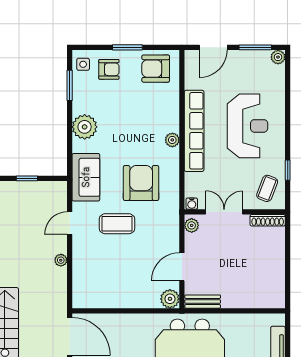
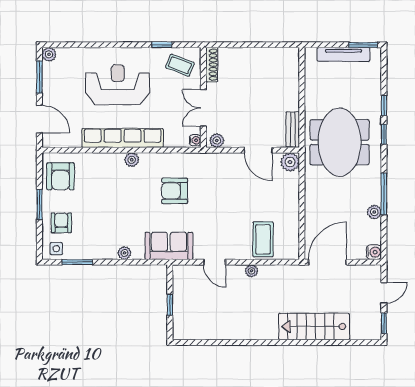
plant: (85, 127) -> (124, 253), width x0.53, depth x0.53
armchair: (141, 183) -> (175, 191), width x0.73, depth x0.73
coffee table: (117, 224) -> (263, 239), moved

